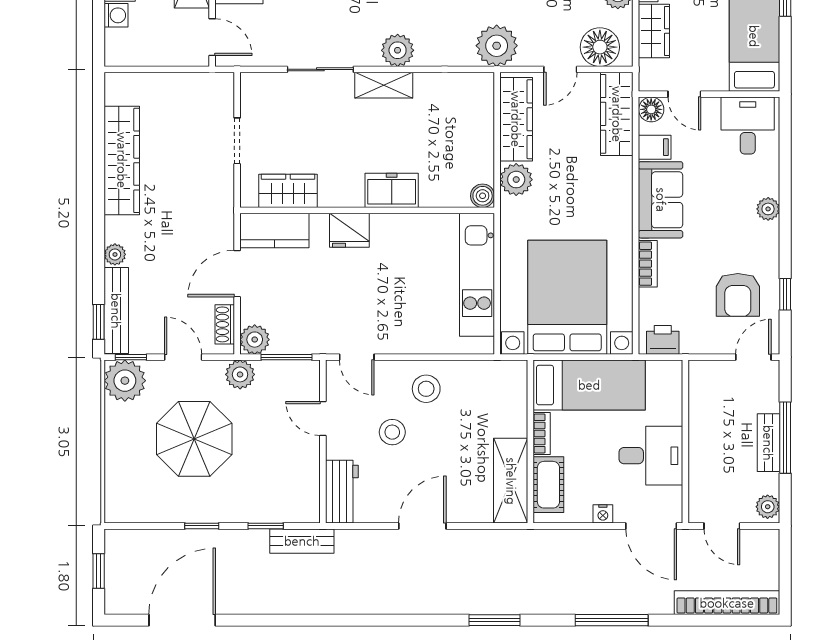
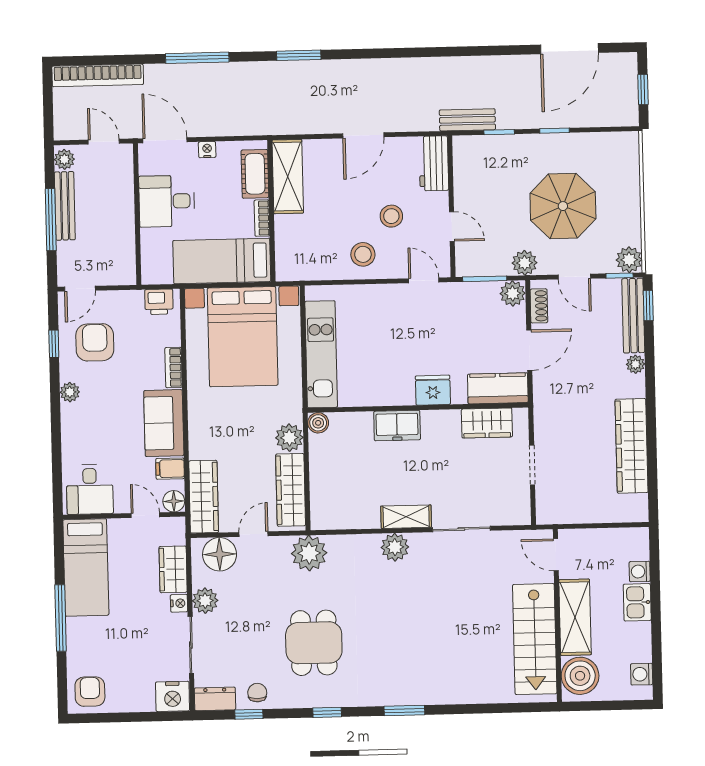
plant: (768, 209) -> (70, 392), moved
plant: (125, 381) -> (629, 260), width x0.73, depth x0.73
bench: (768, 443) -> (65, 206), width x1.36

